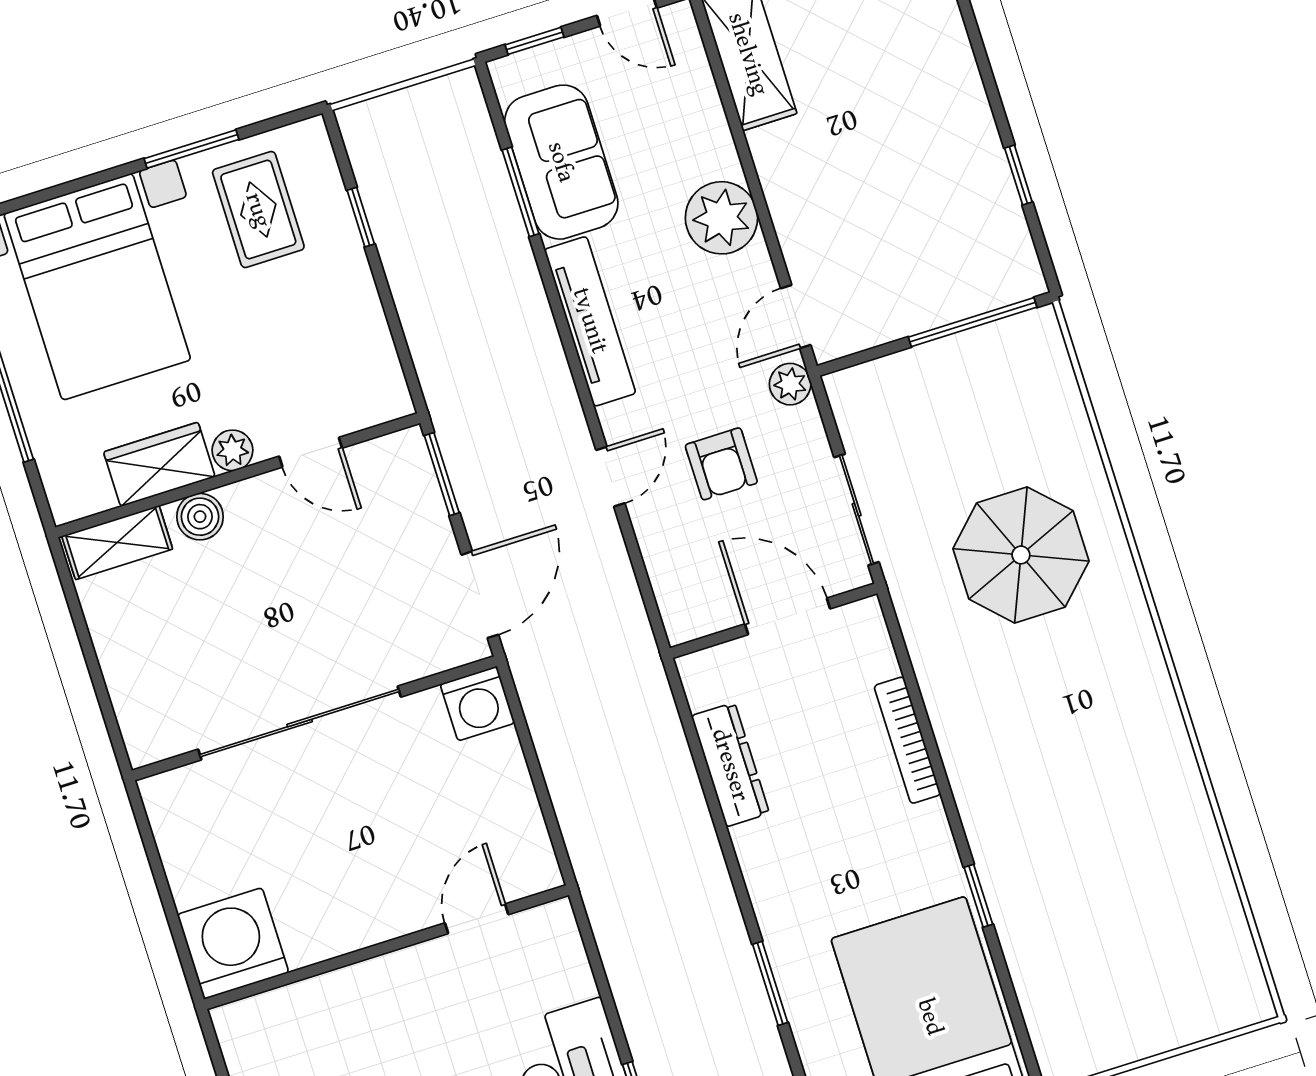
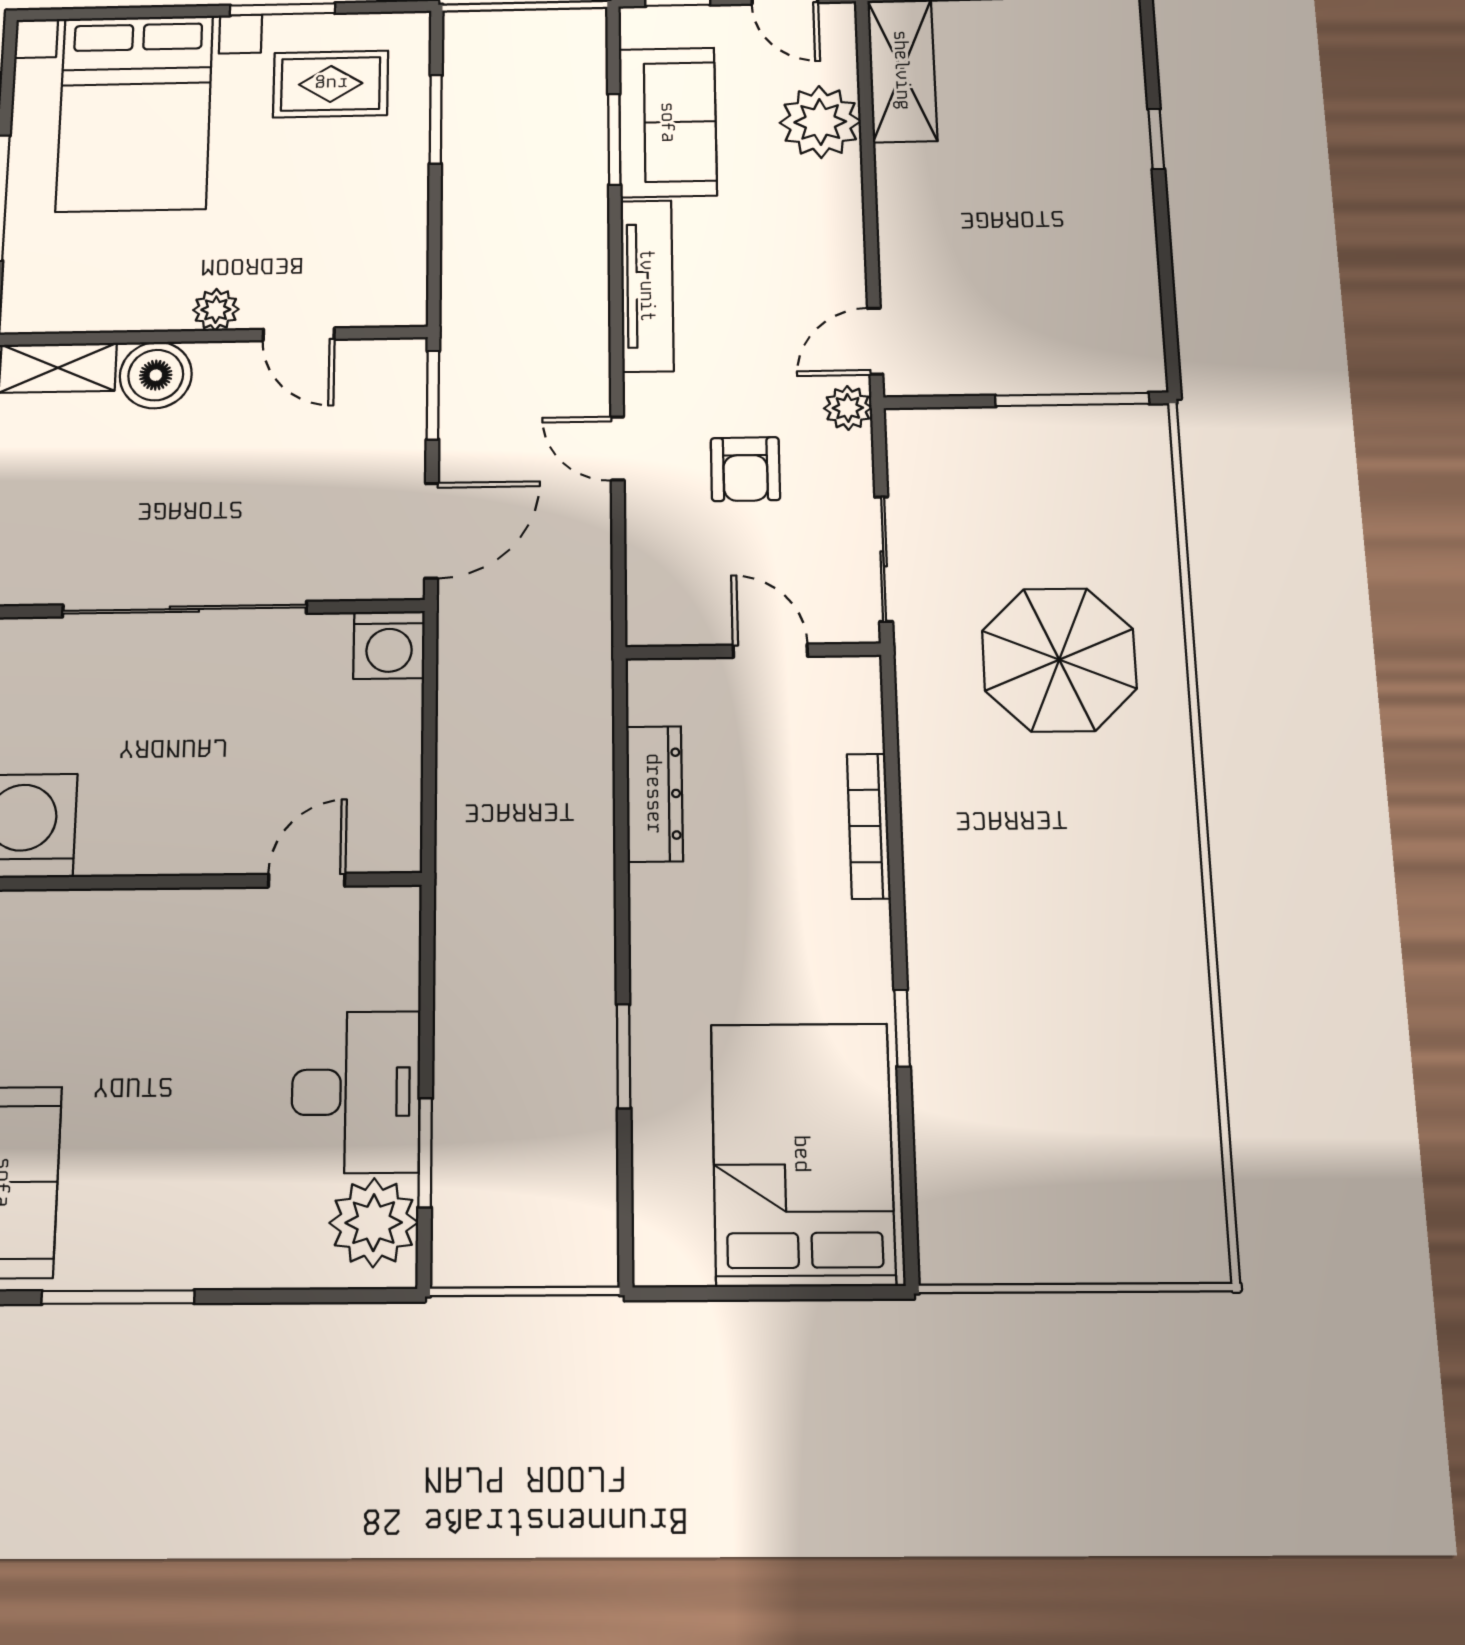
window: (1018, 175) -> (1156, 139), moved
rug: (258, 210) -> (331, 84), turned 90
window: (361, 217) -> (436, 119), width x1.50
plant: (721, 218) -> (820, 122), moved
wardrobe: (159, 464) -> (133, 302), removed
door: (610, 477) -> (617, 448), swing flipped
boiler: (200, 517) -> (156, 375), width x1.36, depth x1.36
door: (787, 616) -> (770, 651), width x0.73

